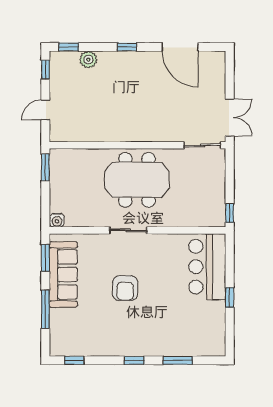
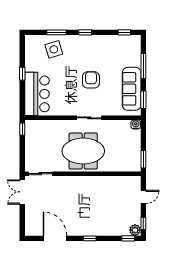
plant: (88, 60) -> (135, 230), moved
side table: (182, 335) -> (54, 49), added

